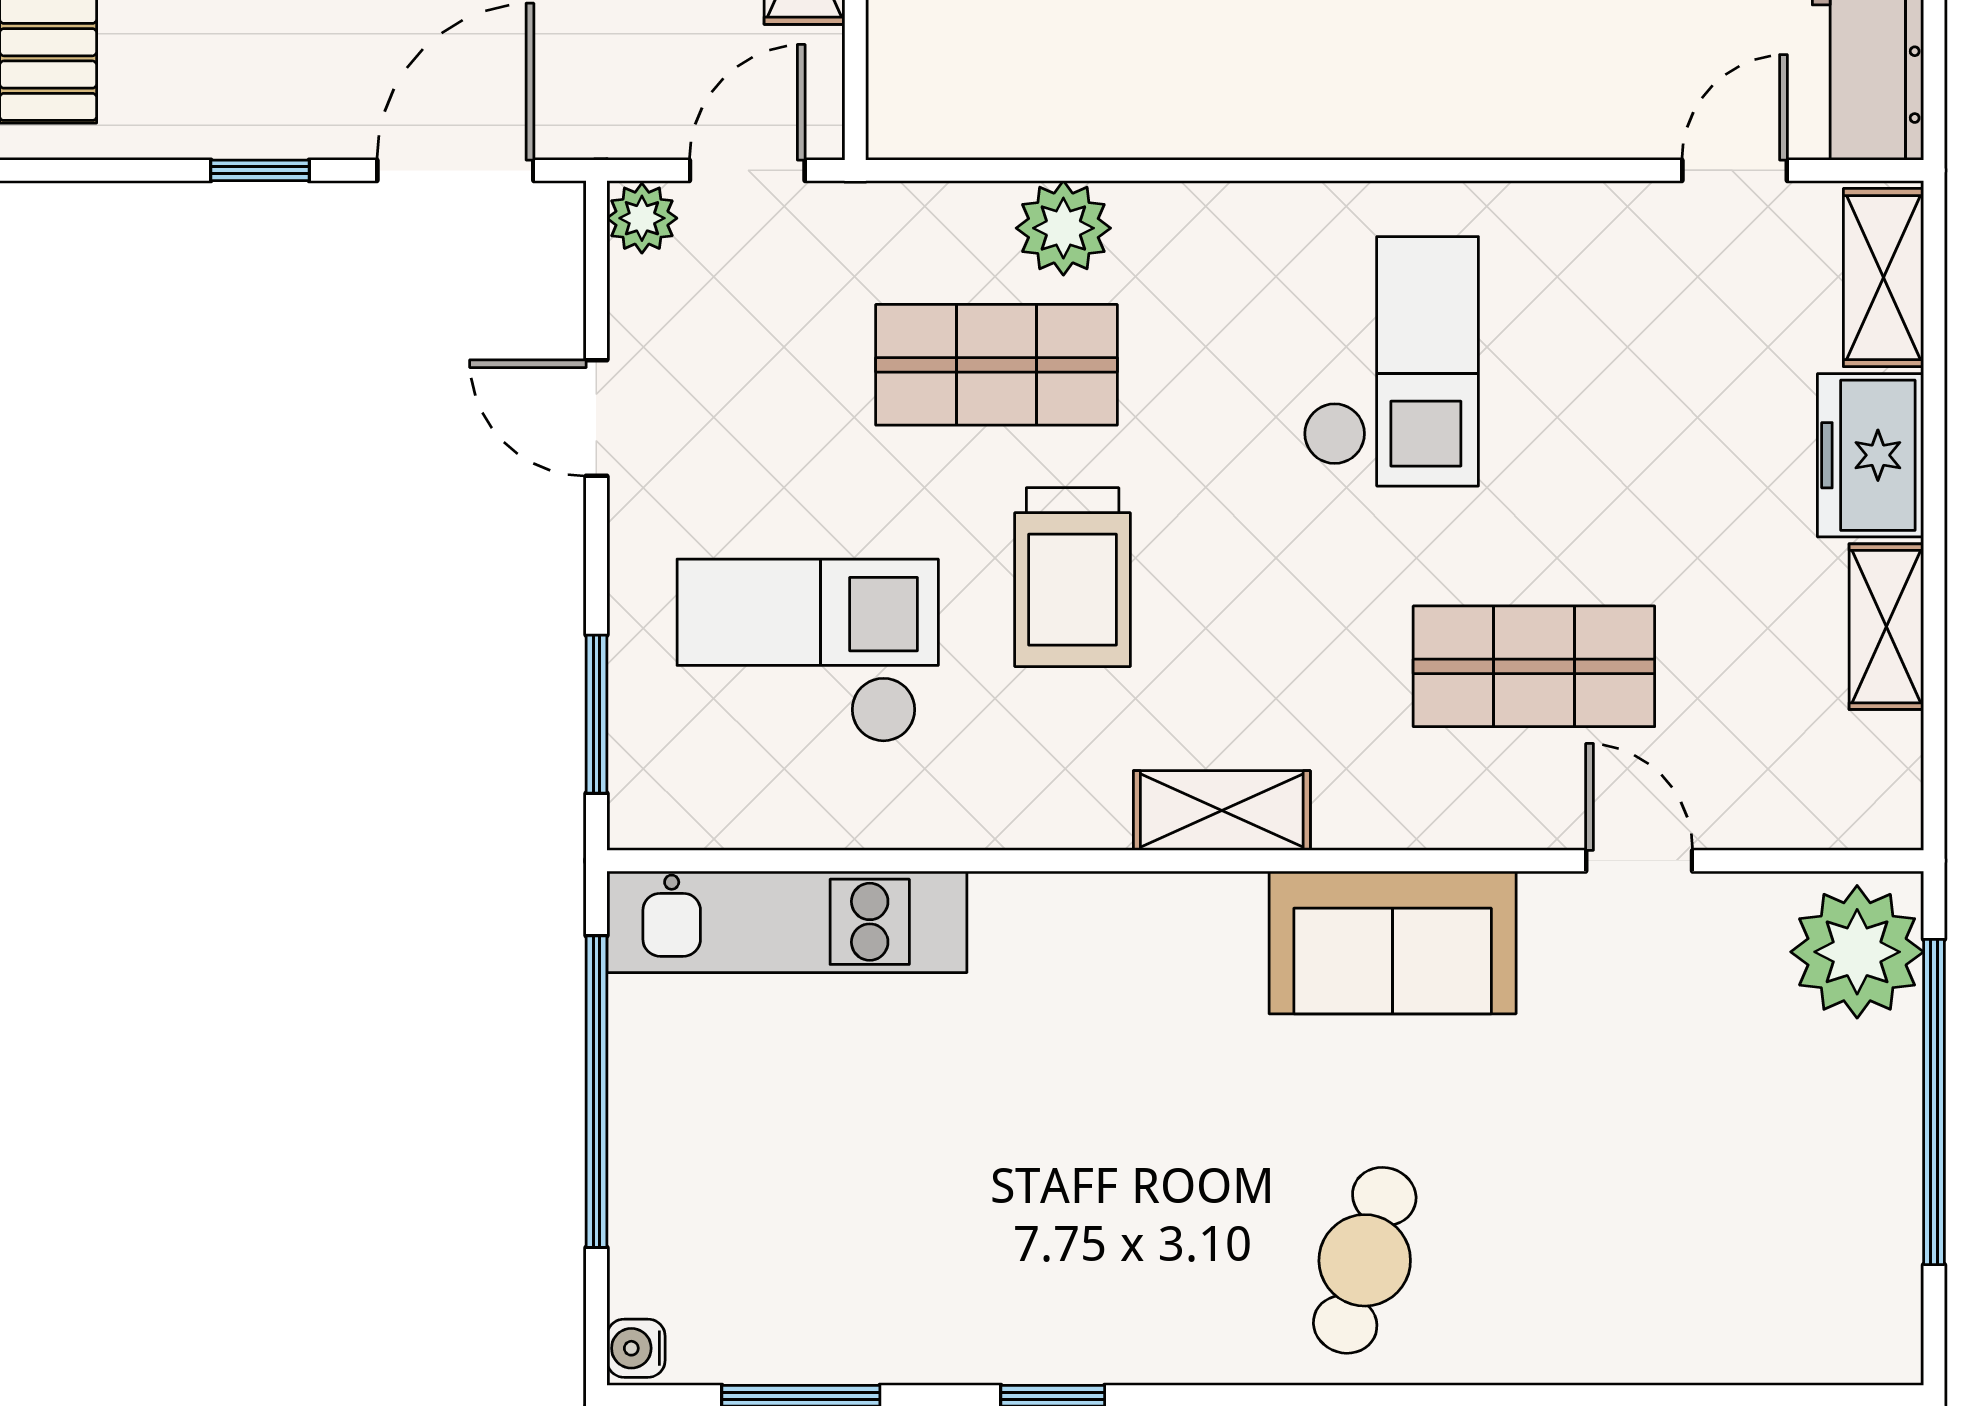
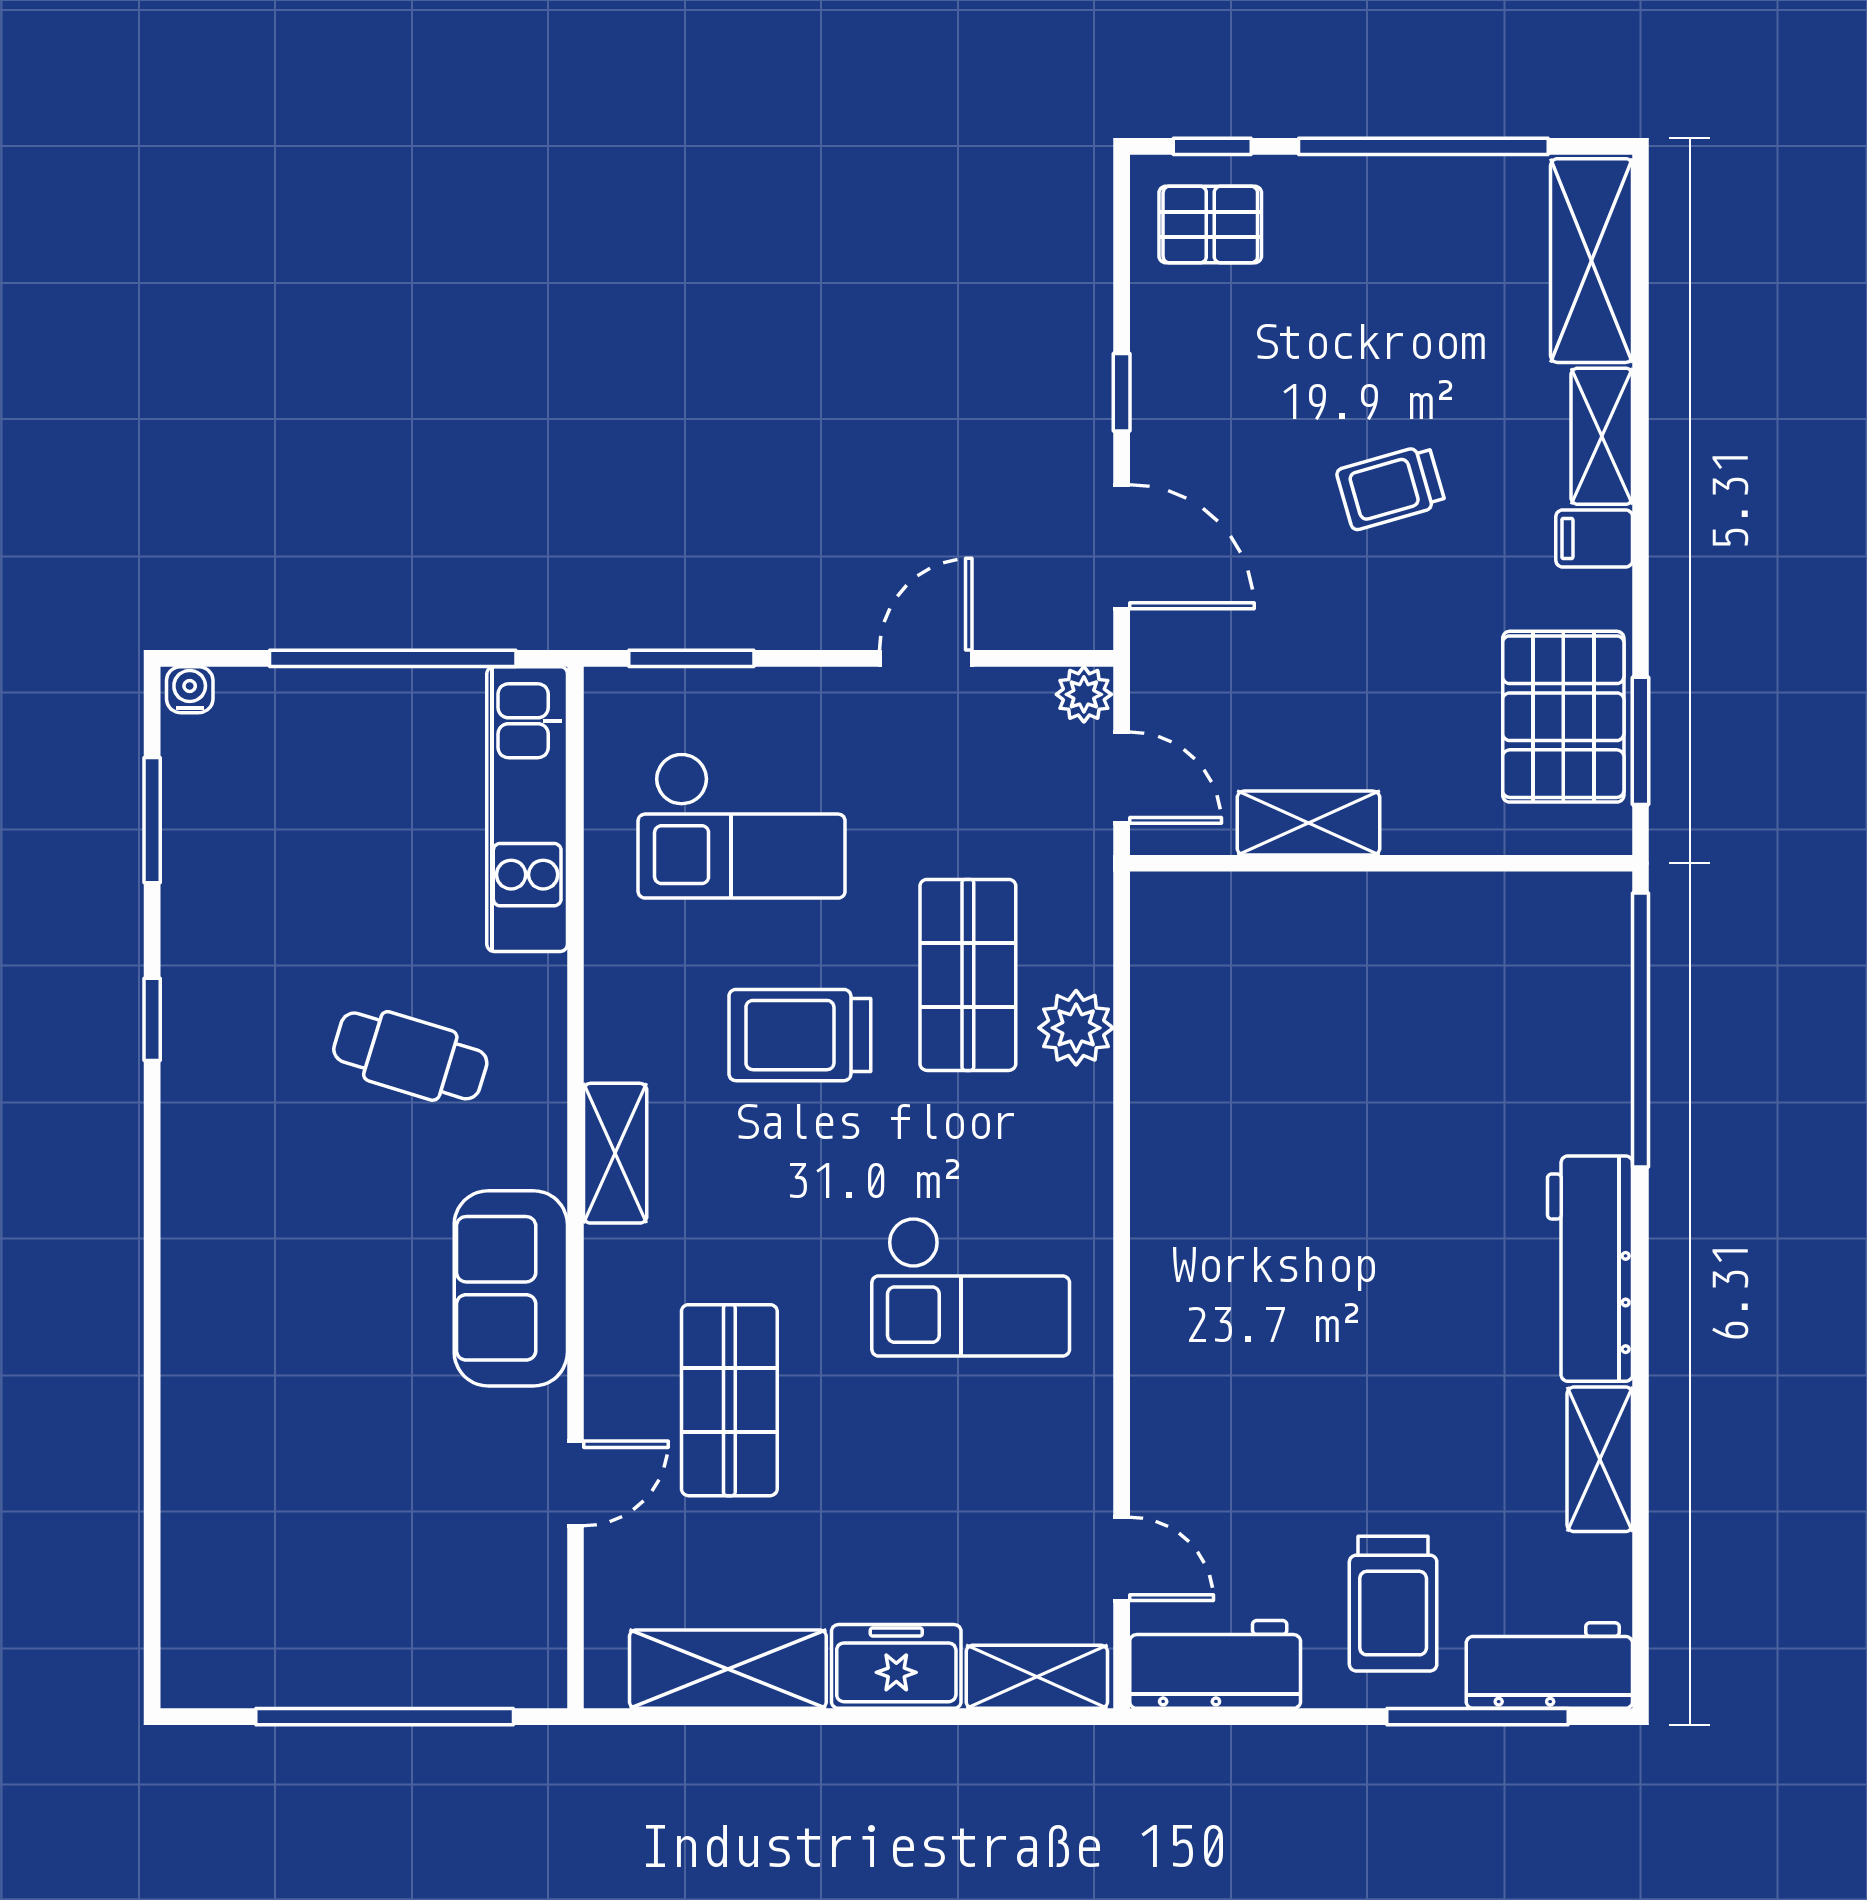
shelving: (1886, 627) -> (728, 1669), width x1.50, depth x1.33
checkout: (808, 651) -> (742, 826), turned 90
plant: (1857, 952) -> (503, 1656), removed
cafe table: (1365, 1260) -> (410, 1056), moved

